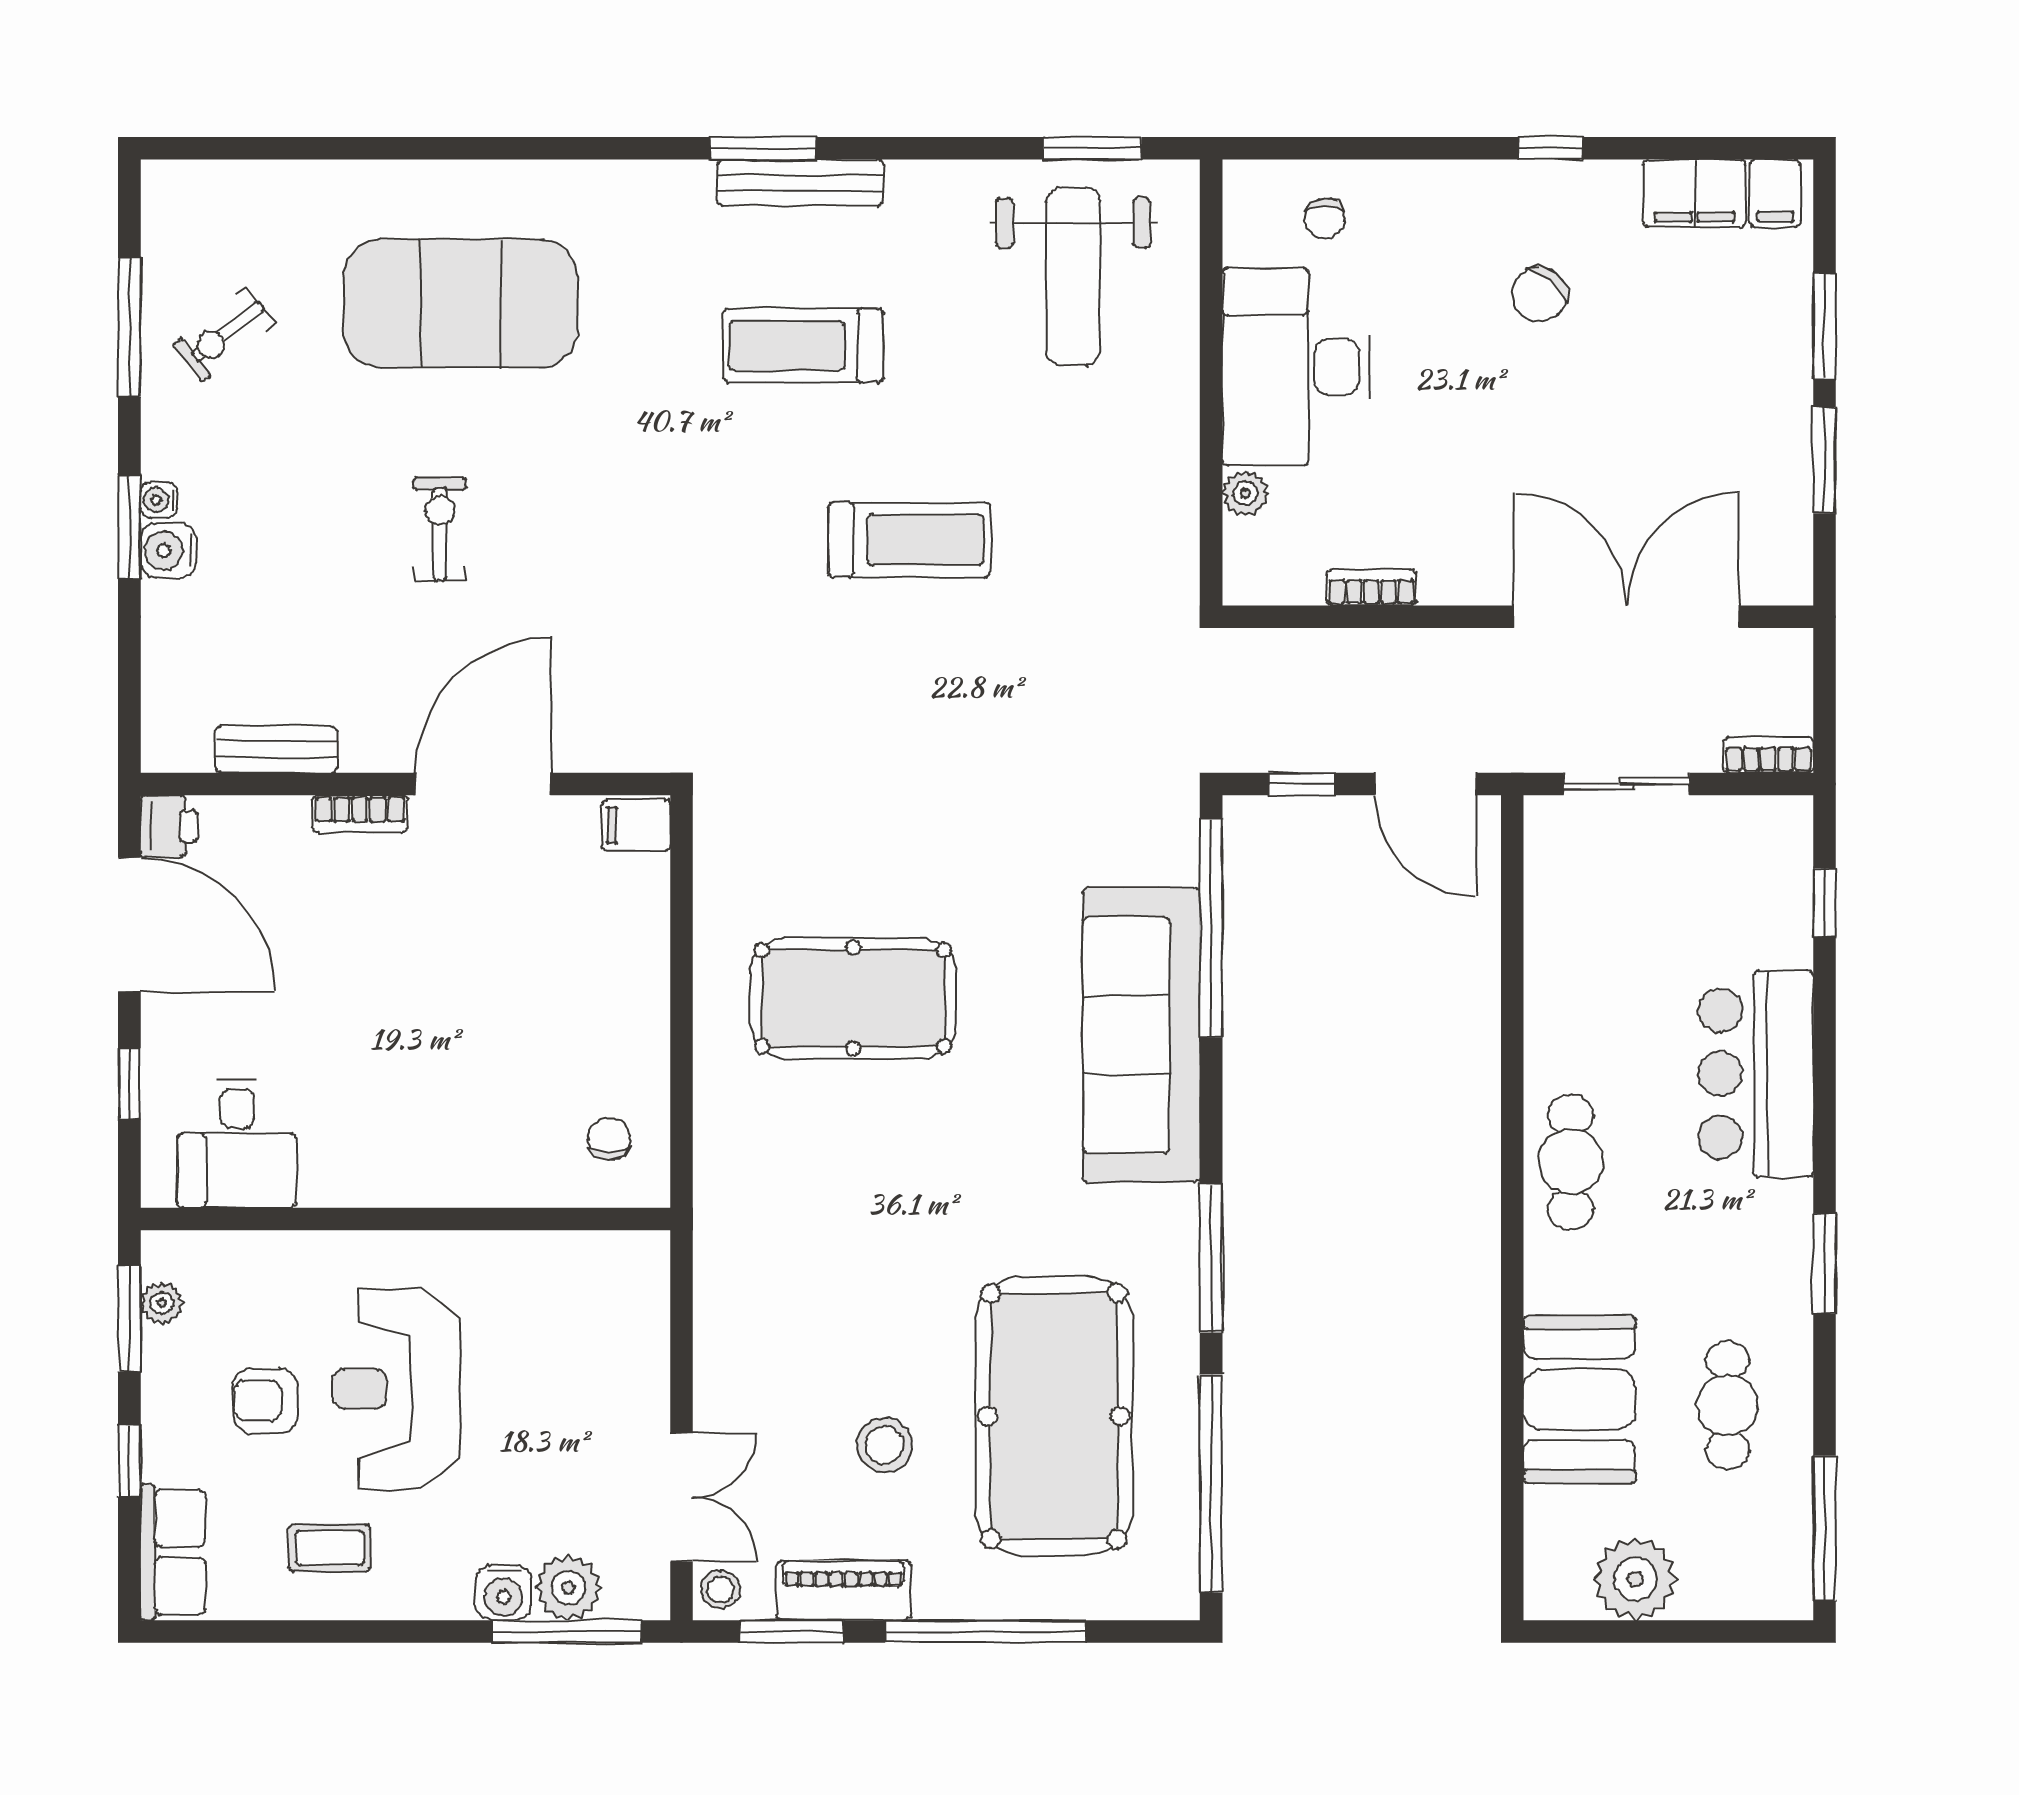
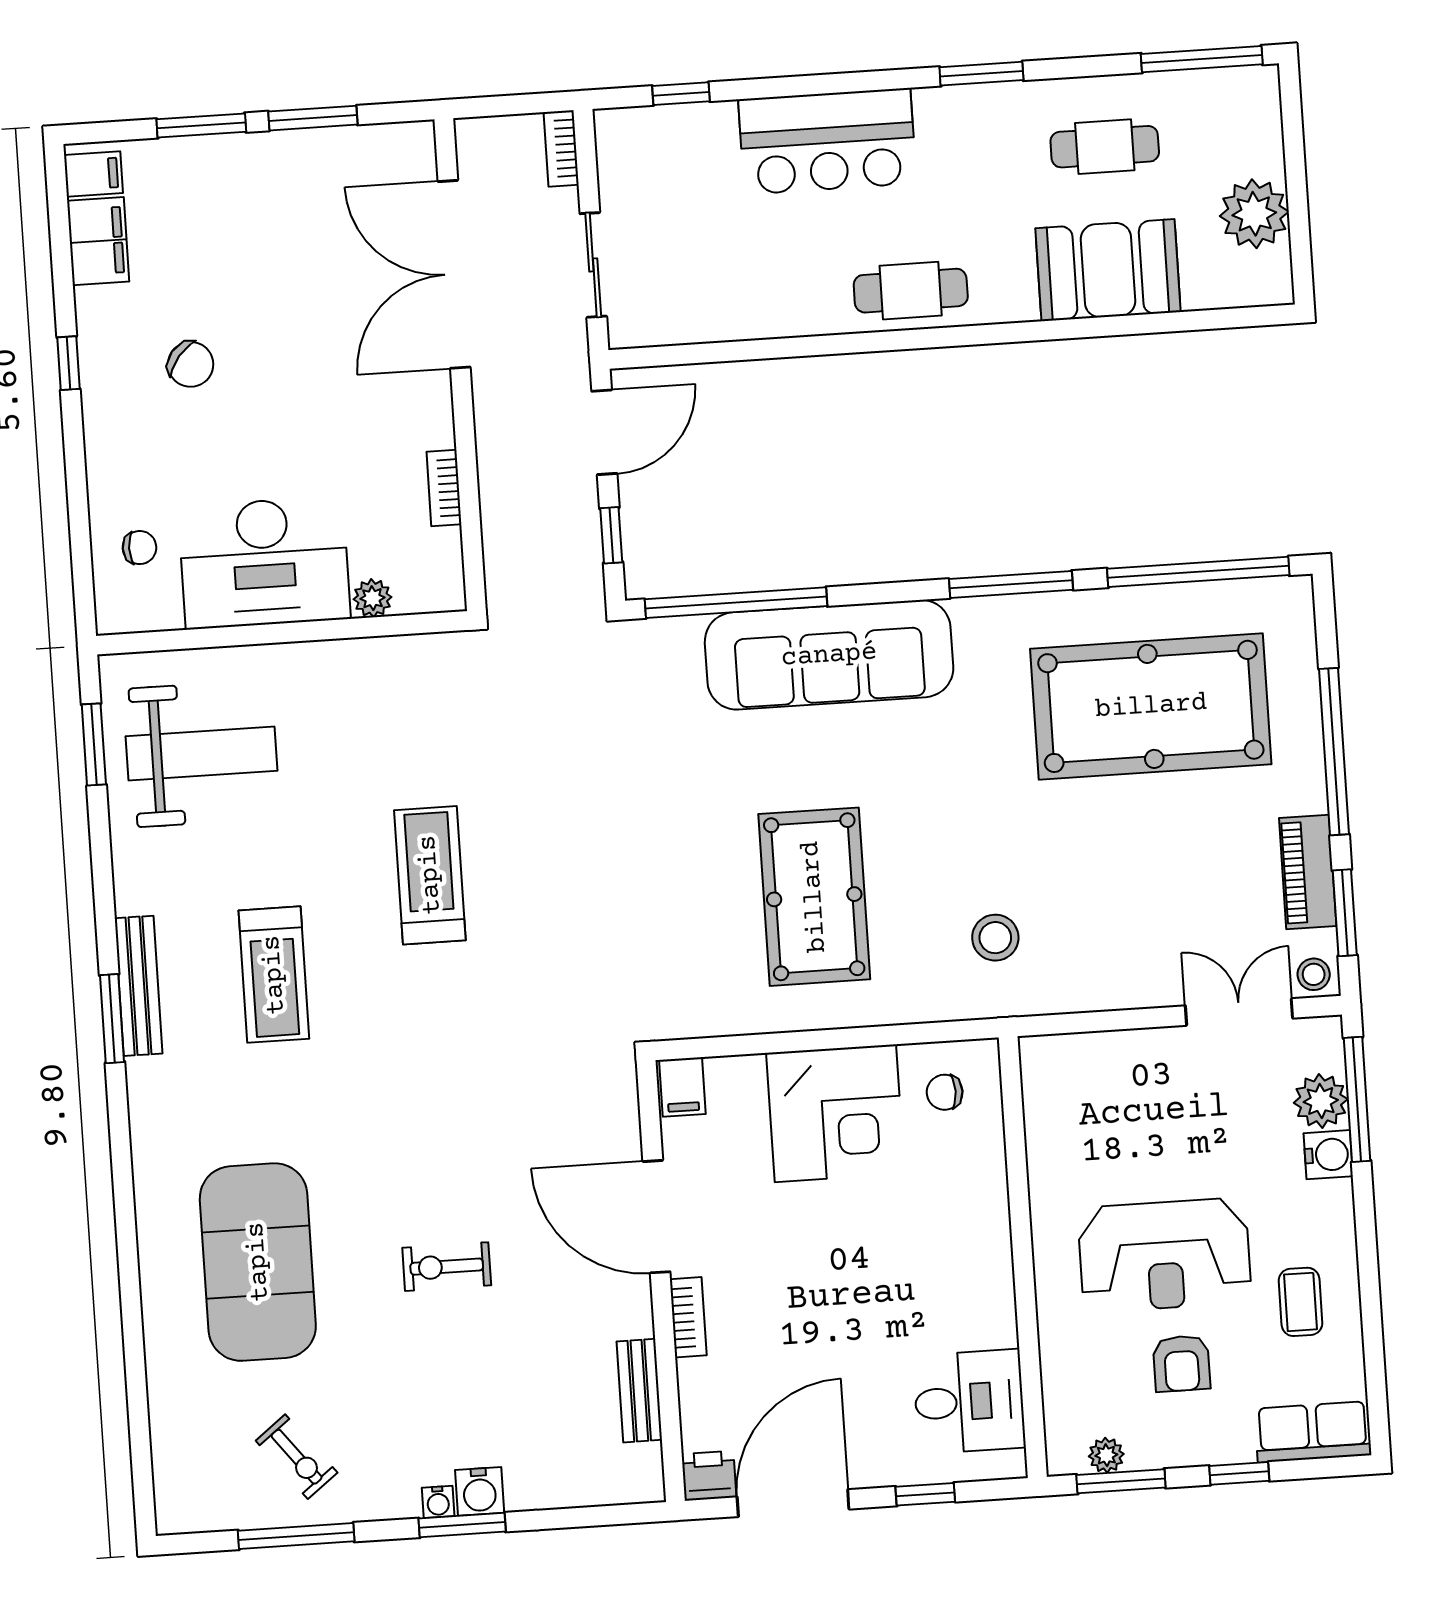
corner desk: (592, 1006) -> (835, 1113), added
stool: (885, 1445) -> (995, 938), moved

